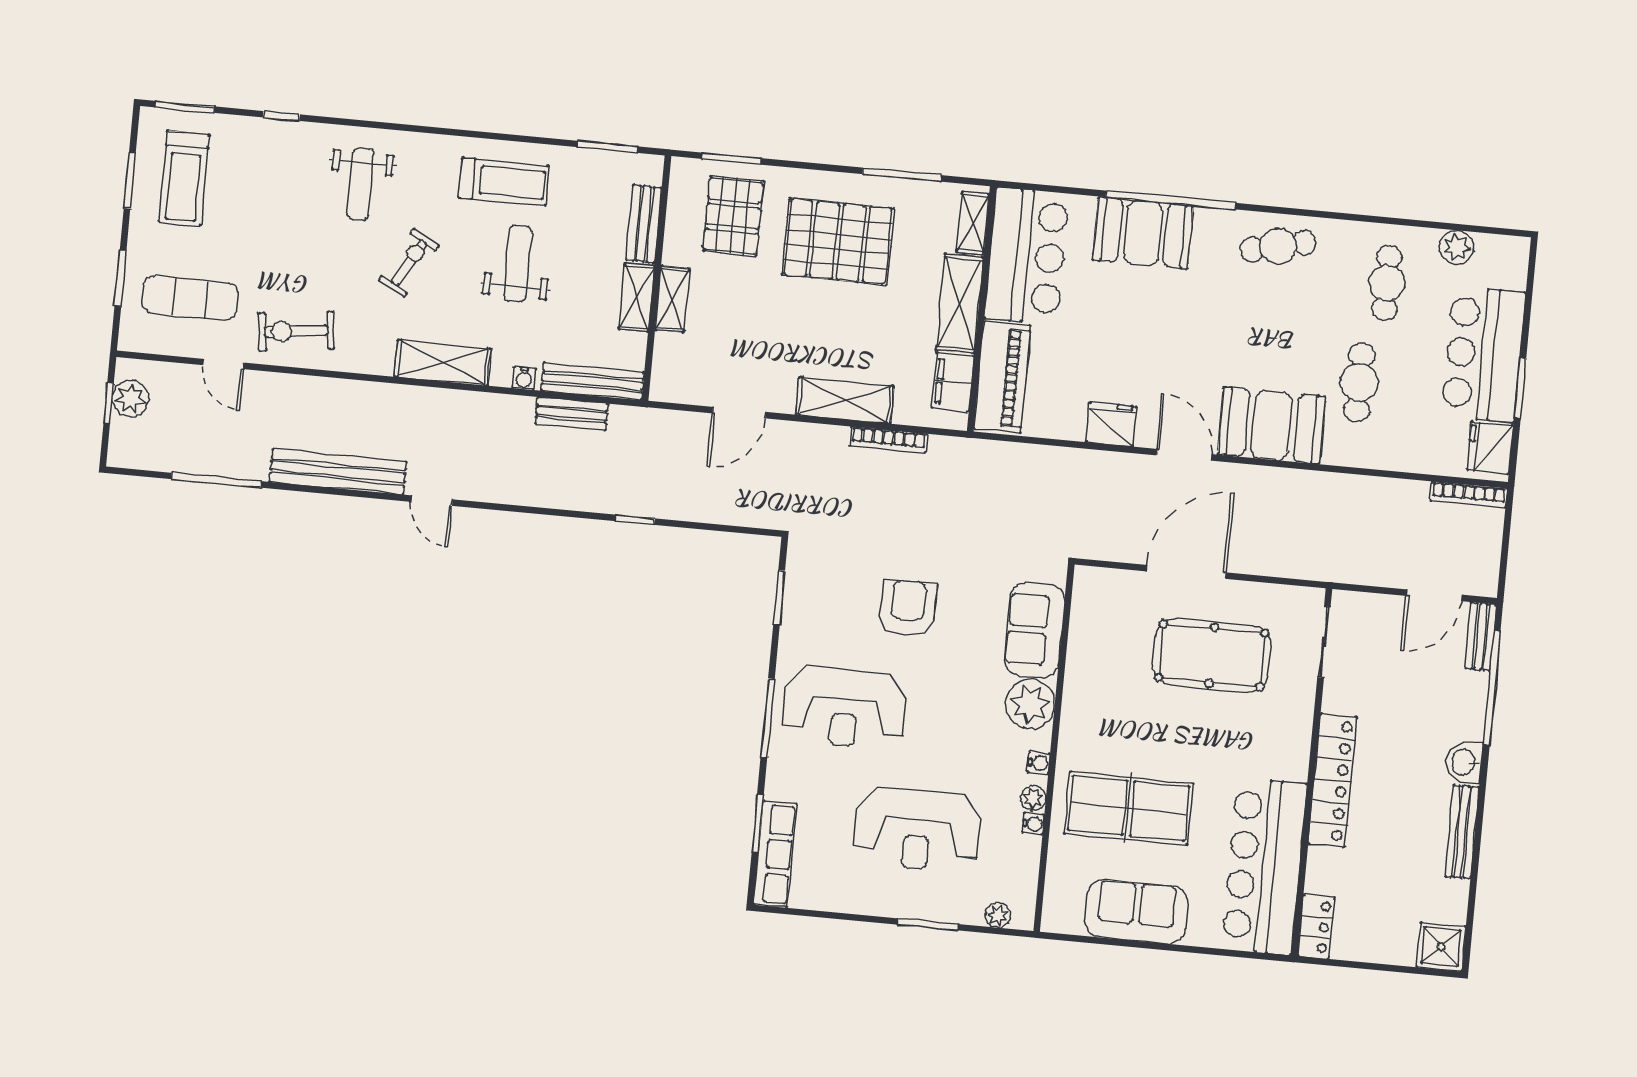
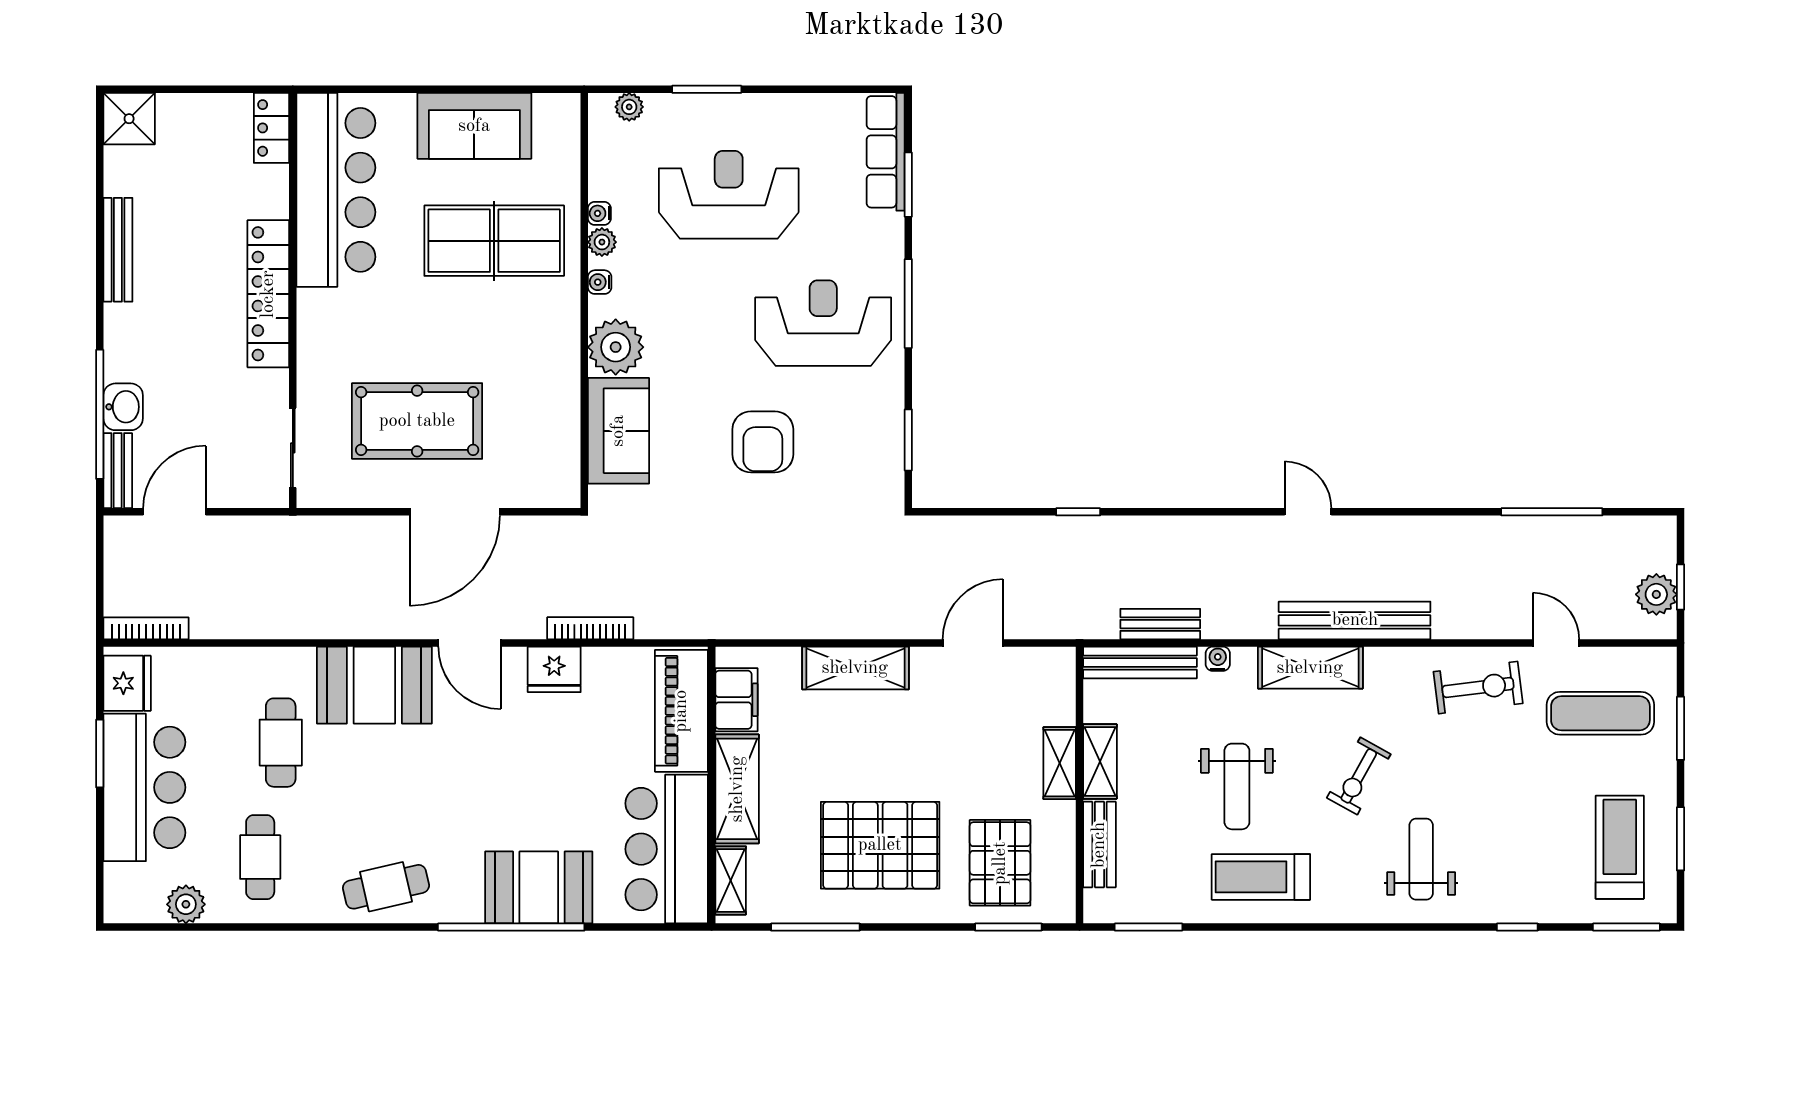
bookcase: (888, 440) -> (590, 628), moved
bench: (338, 472) -> (1355, 620), moved
washbasin: (1464, 762) -> (123, 407), moved

